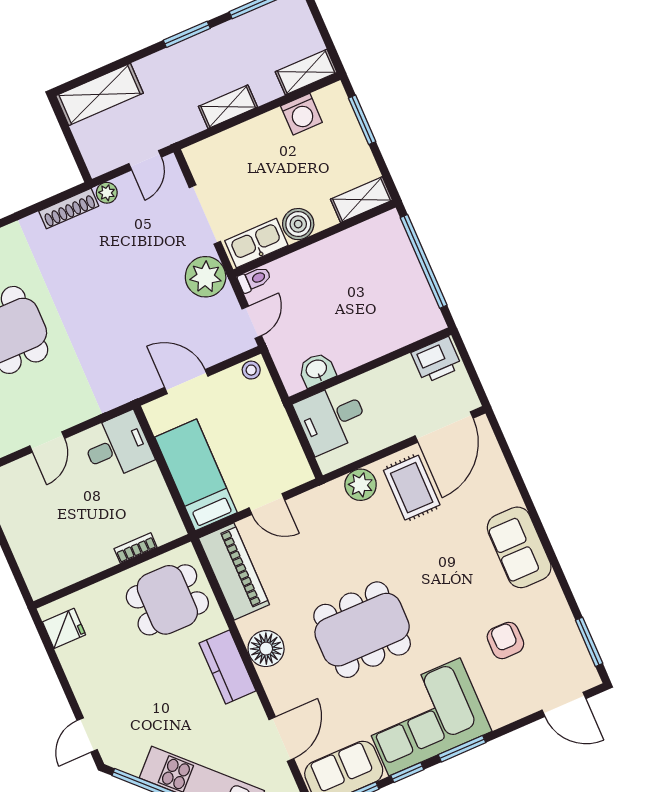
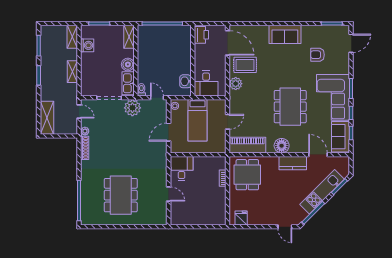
bed: (196, 475) -> (198, 120), moved, turned -90
kitchen counter: (228, 667) -> (293, 163), moved

